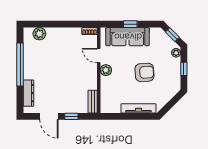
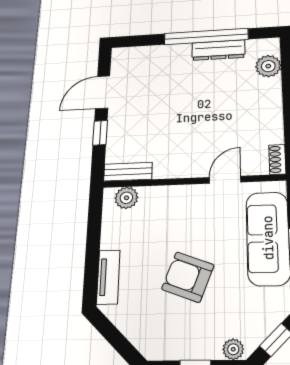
plant: (106, 70) -> (126, 198), moved
armchair: (144, 72) -> (188, 277), turned 115
dresser: (28, 93) -> (218, 50), moved
tv unit: (139, 108) -> (108, 277), width x0.71

